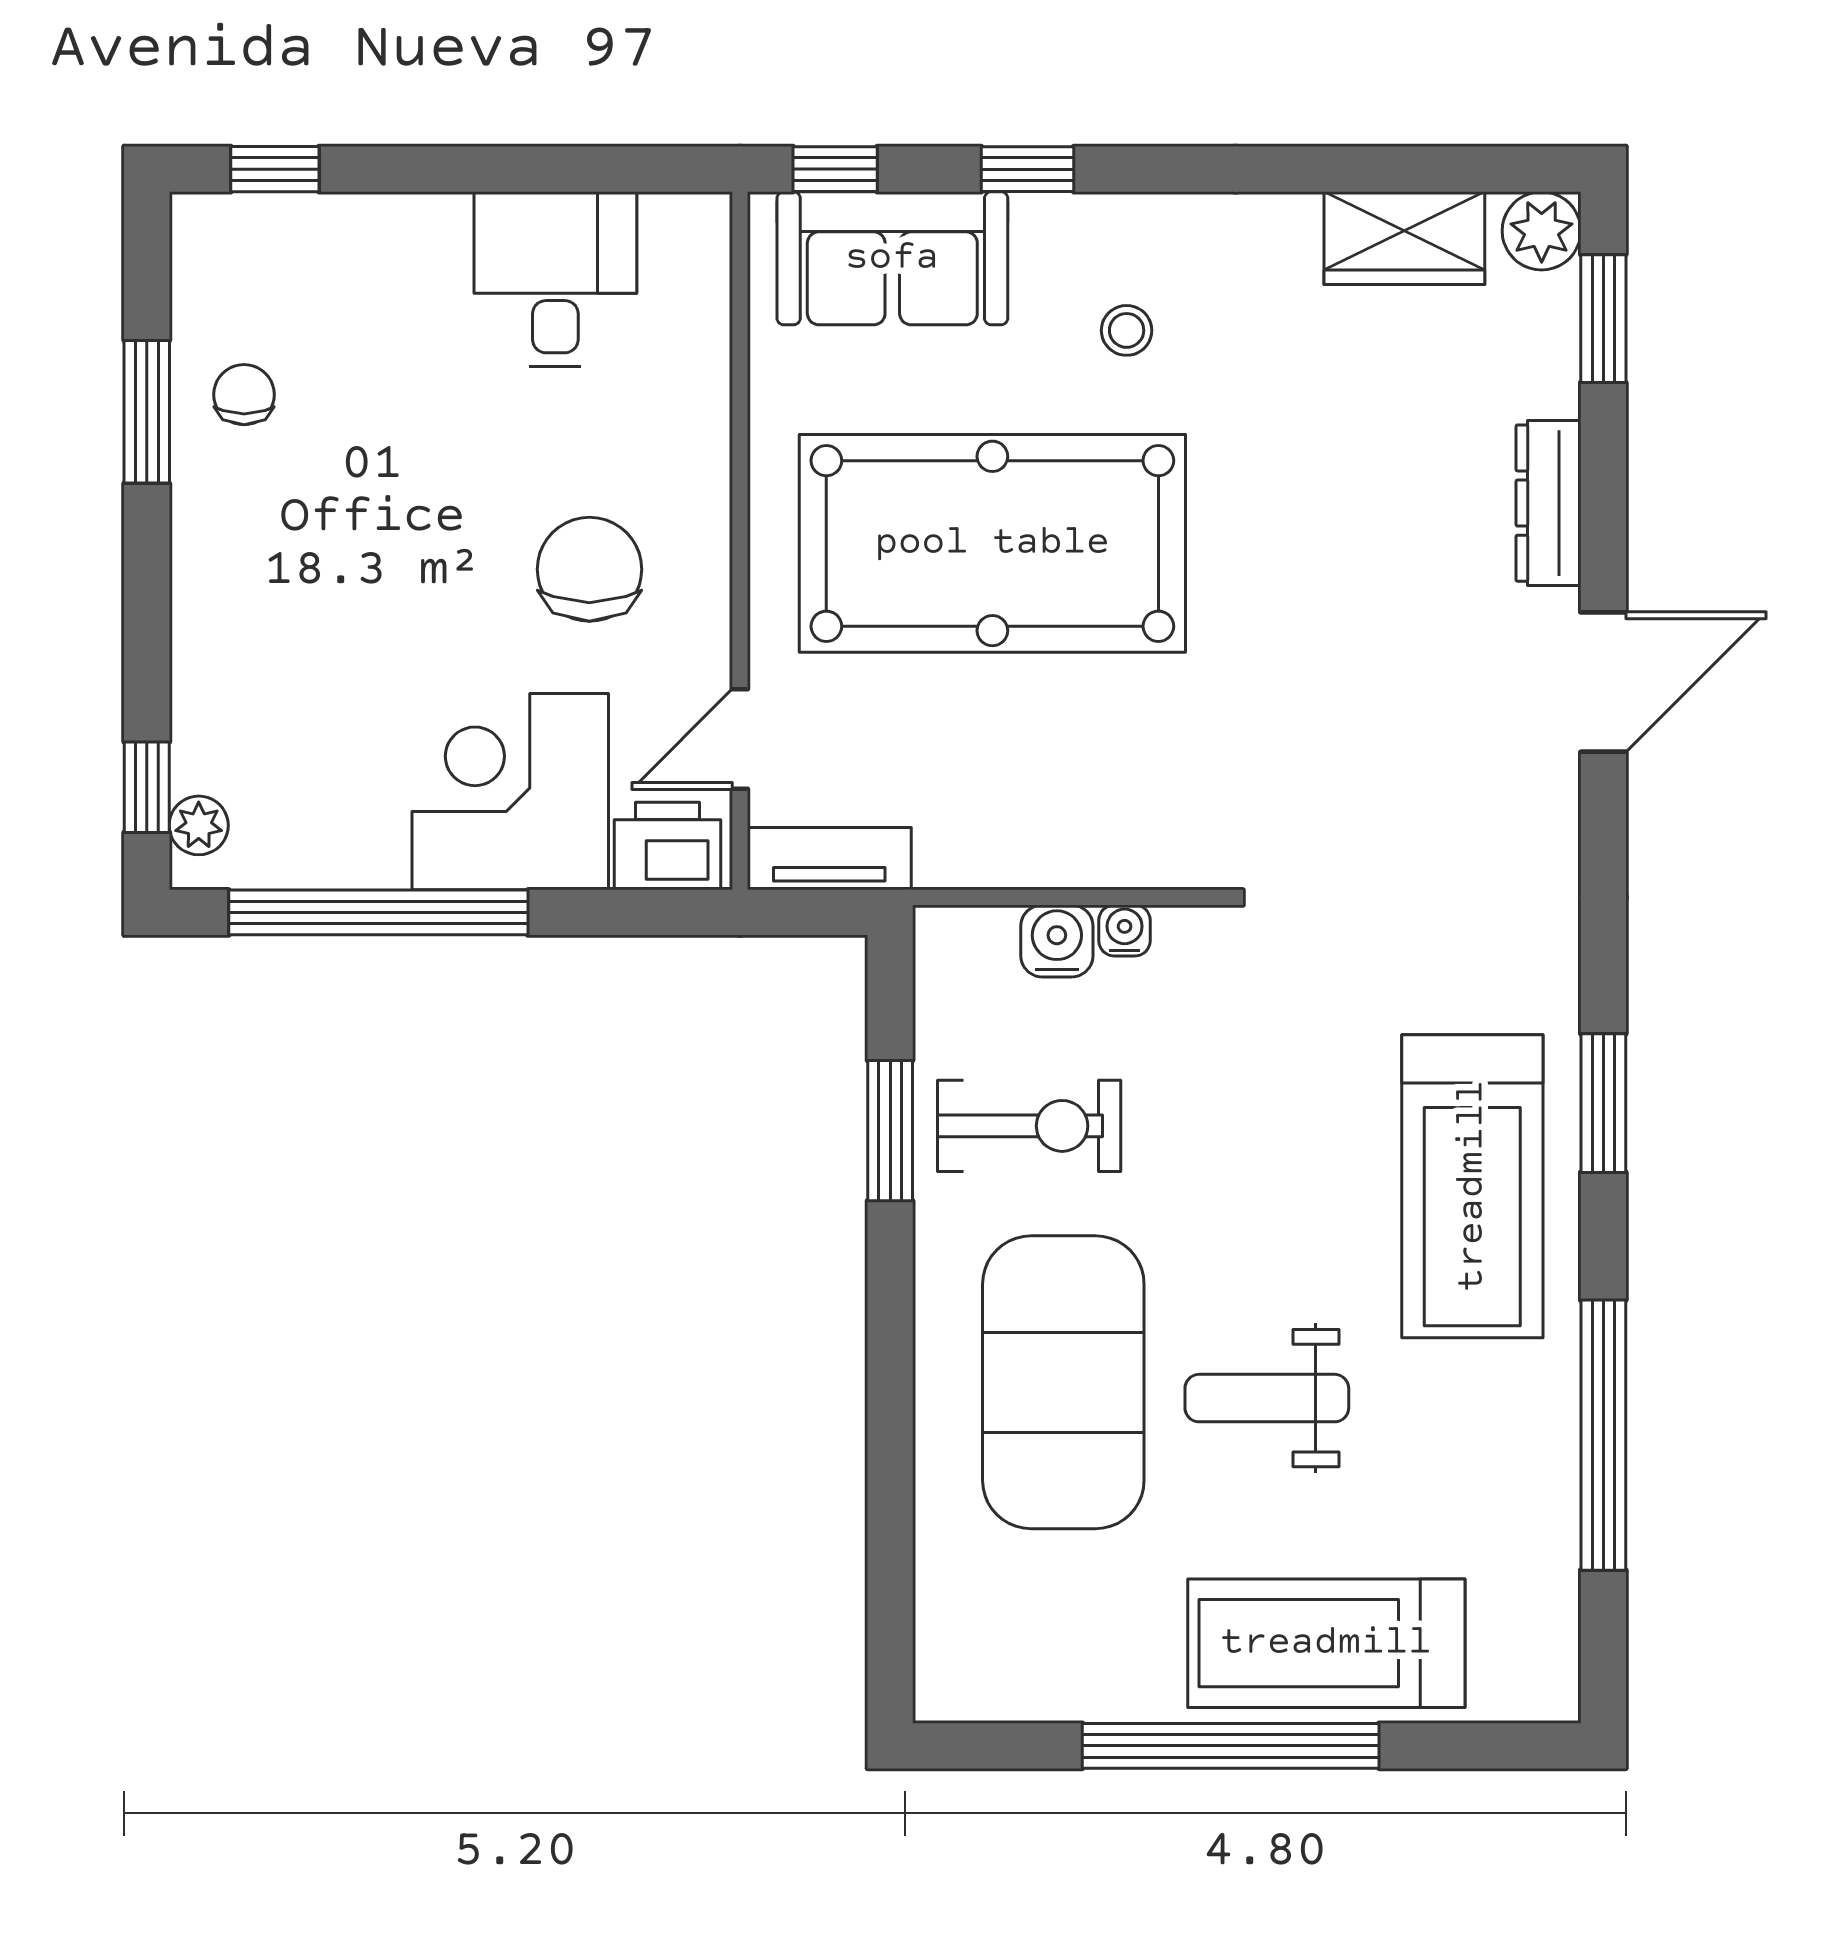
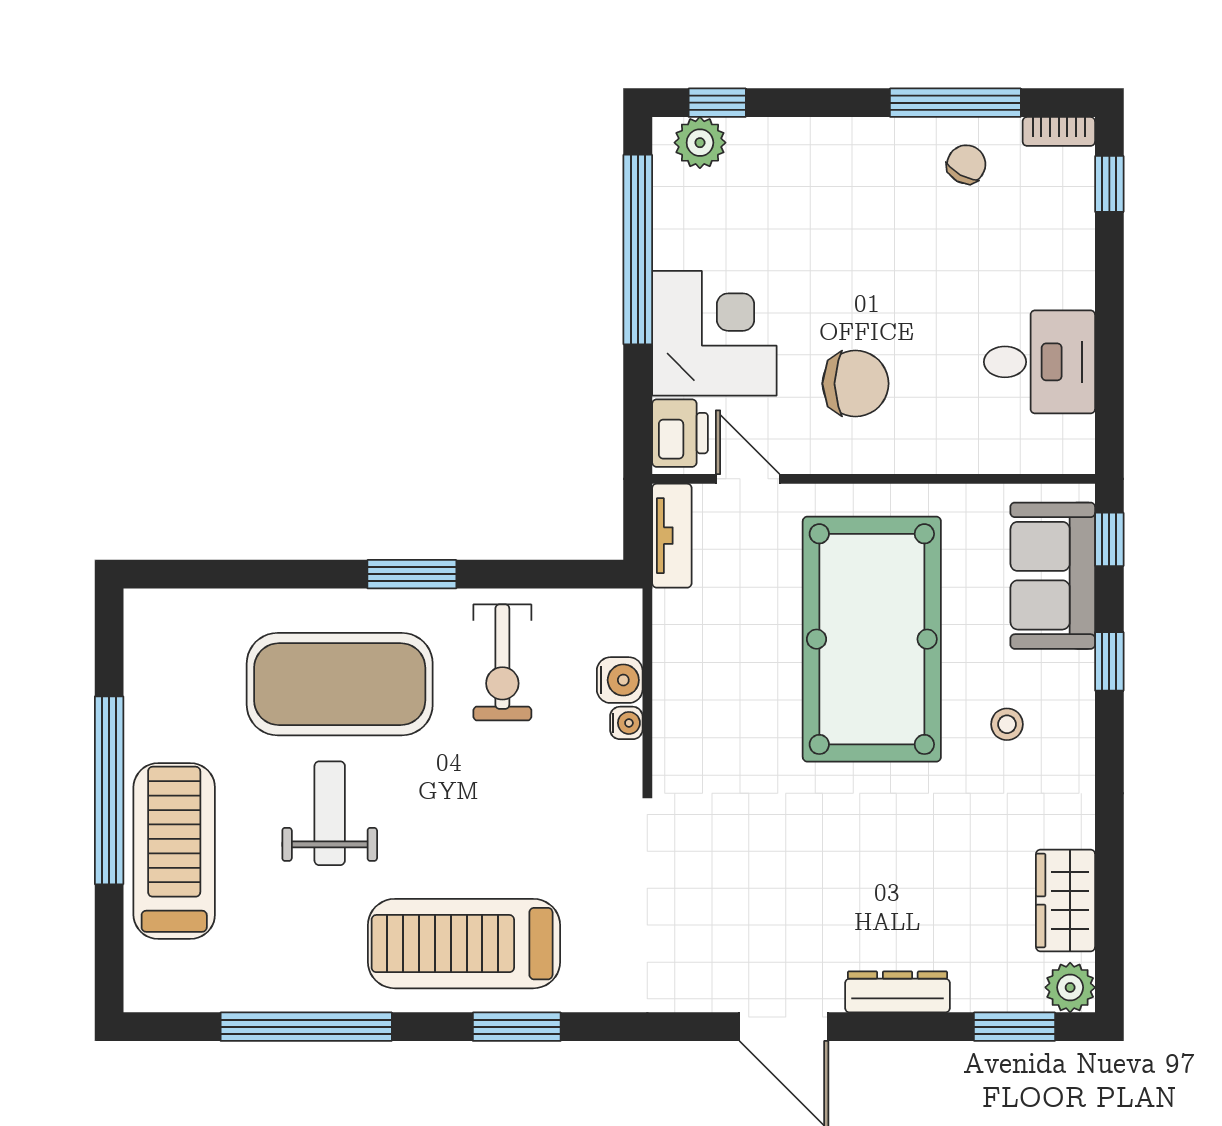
bookcase: (192, 249) -> (1059, 131), added
chair: (244, 395) -> (966, 164), turned -61
window: (147, 412) -> (955, 103), width x1.44
plant: (199, 825) -> (700, 143), width x1.38, depth x1.38
window: (890, 1131) -> (412, 574), moved

